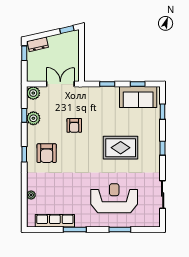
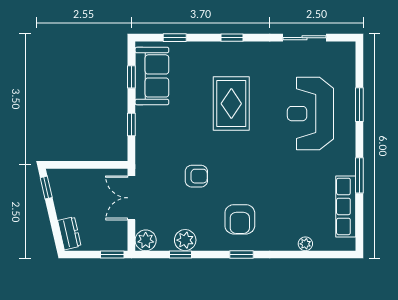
window: (24, 53) -> (112, 255), moved
armchair: (47, 153) -> (240, 219), turned 90

